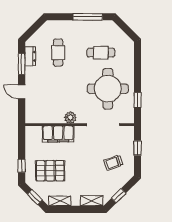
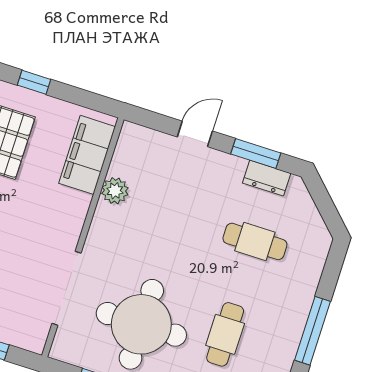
plant: (70, 118) -> (115, 191), moved
filing cabinet: (58, 134) -> (87, 155), moved

